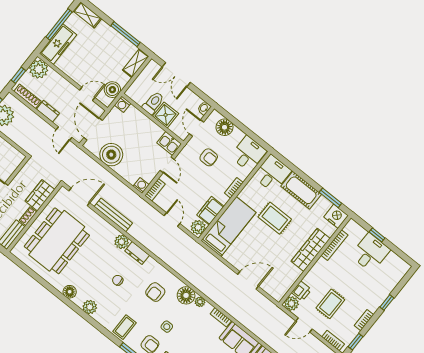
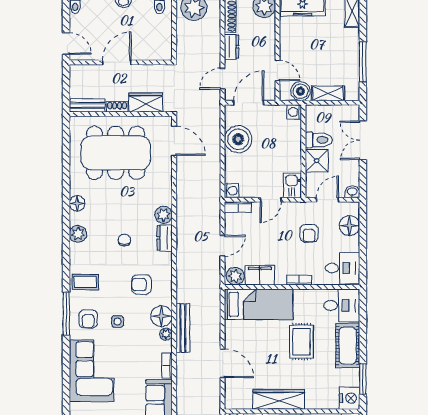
shelving: (136, 63) -> (328, 93), moved
bench: (113, 215) -> (183, 328), moved
wardrobe: (311, 250) -> (279, 399), moved

